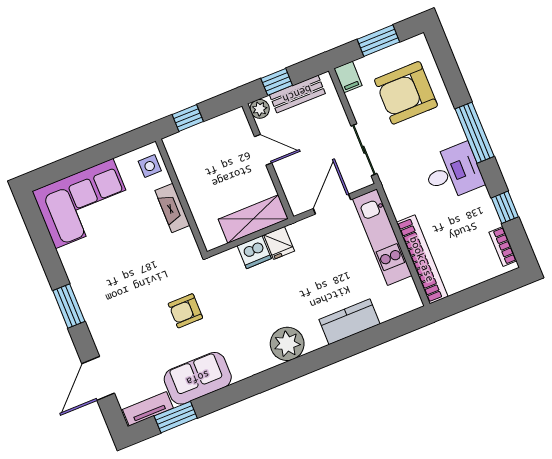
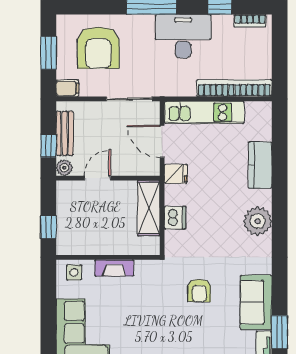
desk: (453, 172) -> (183, 36), width x1.37
fridge: (279, 243) -> (176, 174), moved

